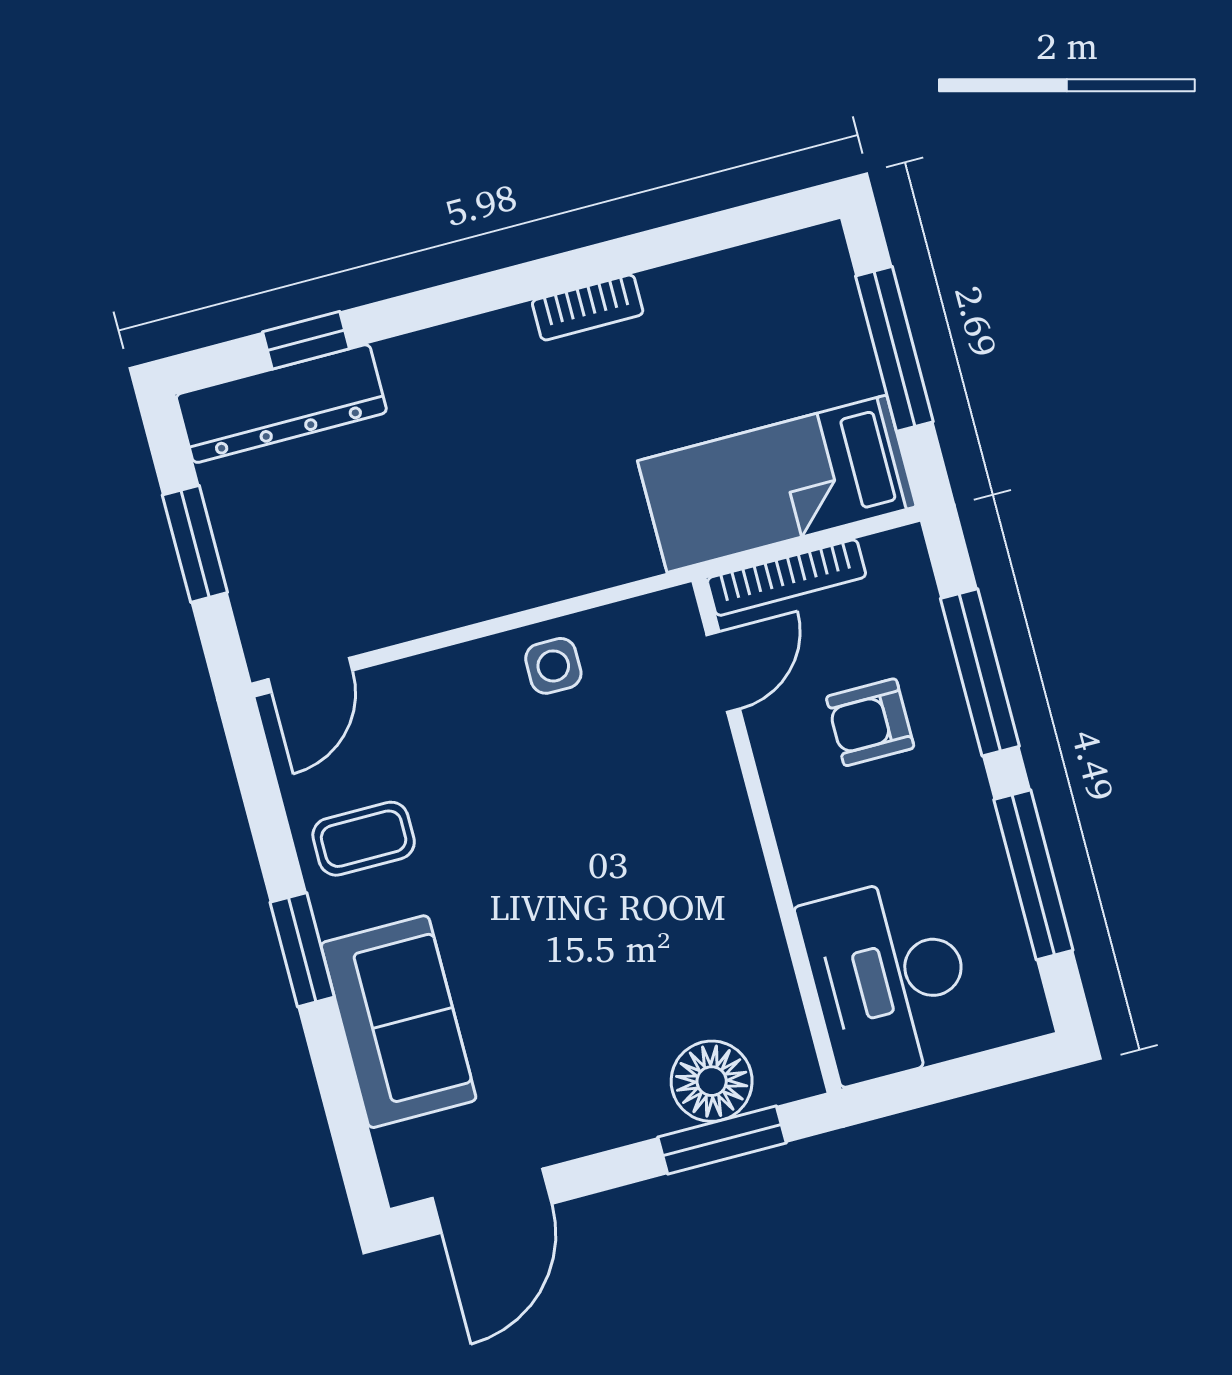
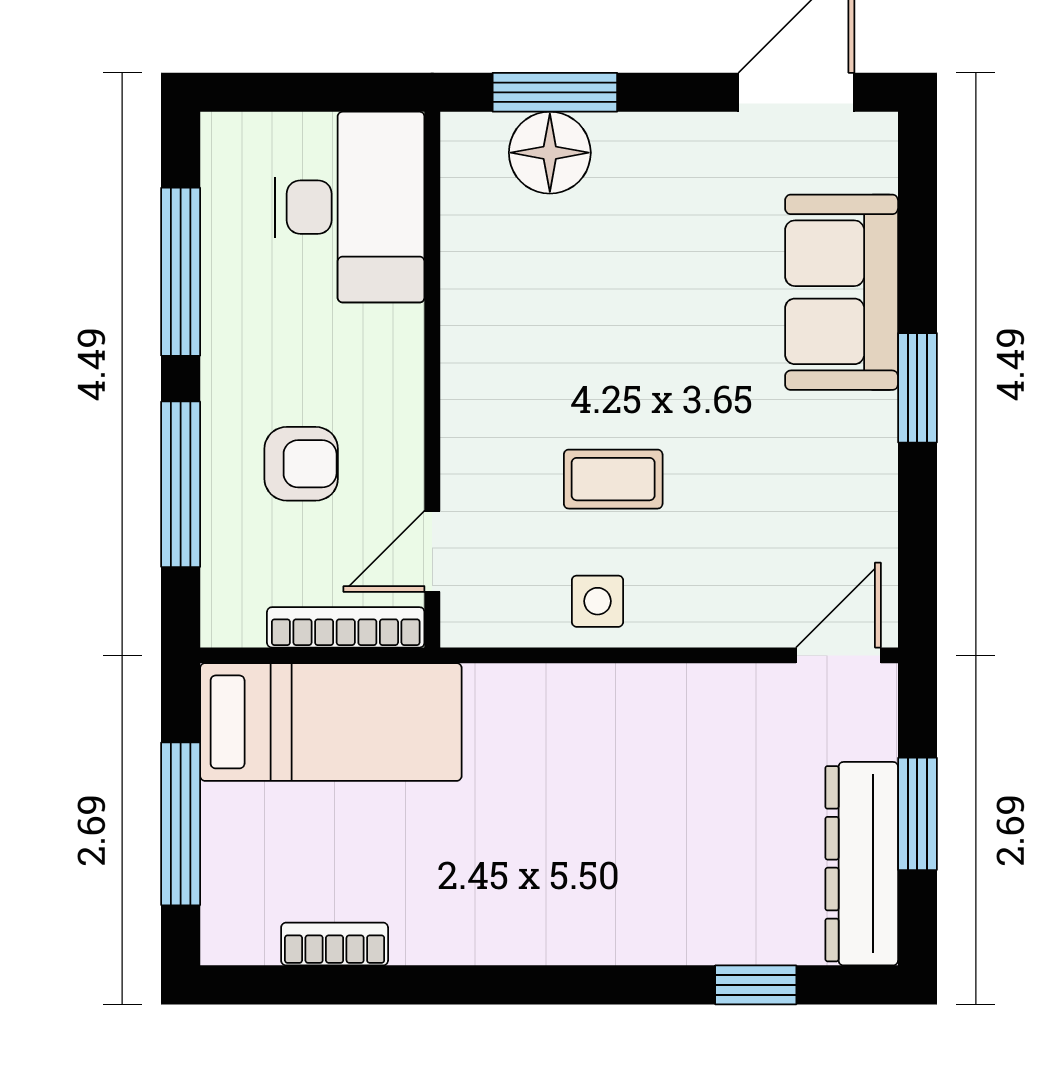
bookcase: (588, 307) -> (335, 944), moved
dresser: (281, 404) -> (862, 864), moved, turned -90
coffee table: (364, 839) -> (613, 479), moved

